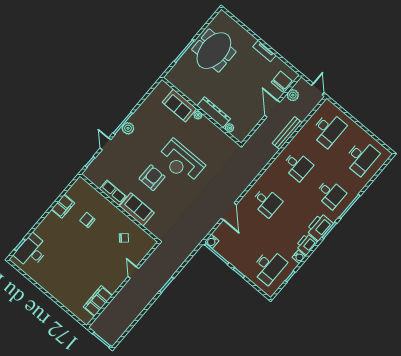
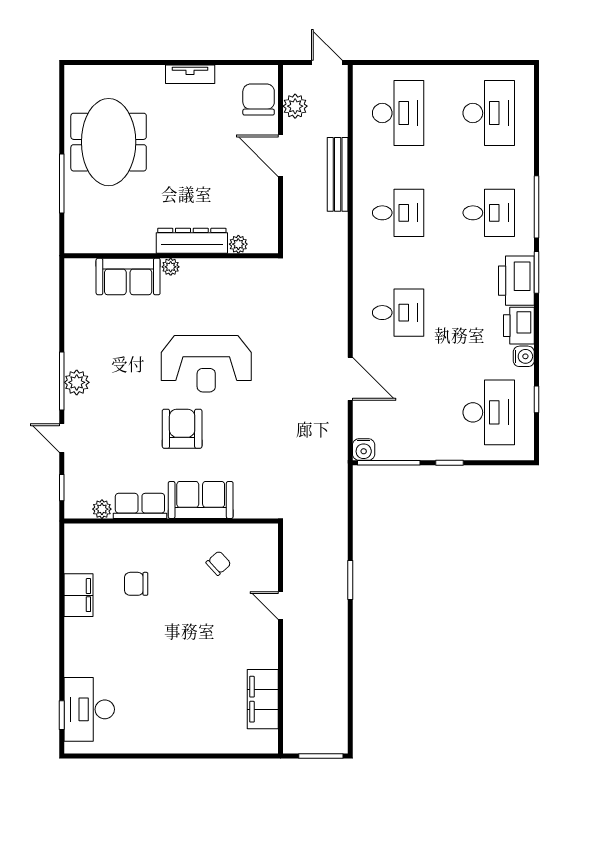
plant: (98, 182) -> (102, 509), added

